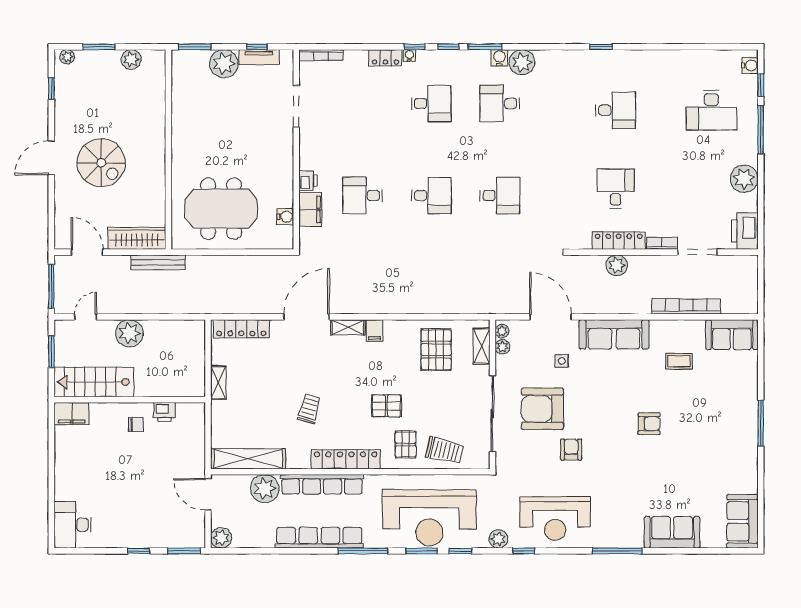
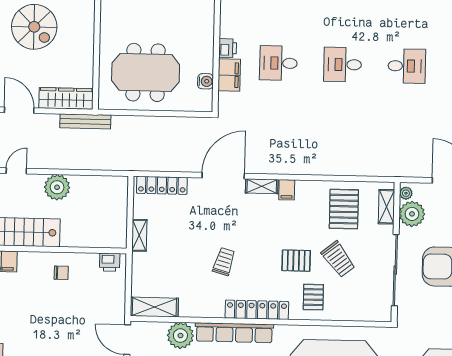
desk: (431, 195) -> (343, 65), turned 180
plant: (502, 347) -> (412, 214), width x1.87, depth x1.87
printer: (164, 412) -> (110, 262), moved
trolley: (444, 450) -> (338, 259), moved, turned 39
shelving: (248, 459) -> (154, 307), width x0.68

